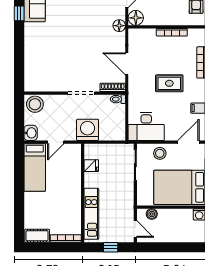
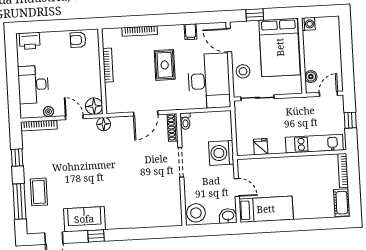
desk: (146, 127) -> (209, 81), width x1.36, depth x1.30

